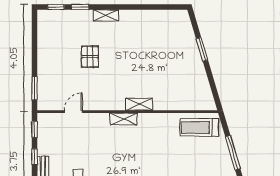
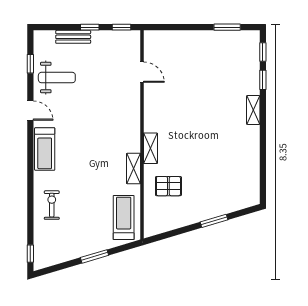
pallet: (90, 57) -> (168, 186), moved
window: (34, 88) -> (227, 27), moved
shelving: (124, 119) -> (134, 168), moved
window: (233, 153) -> (94, 256), width x0.69

